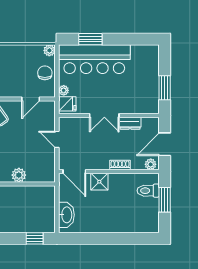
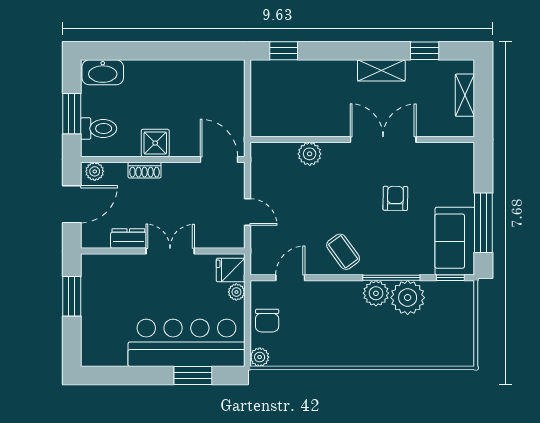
shower: (99, 182) -> (155, 143), moved
washbasin: (66, 215) -> (103, 72), moved, turned -90

